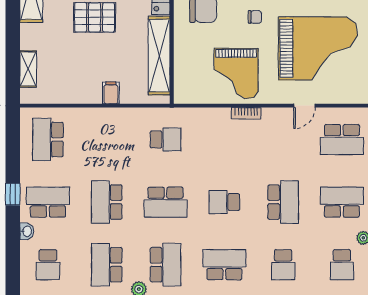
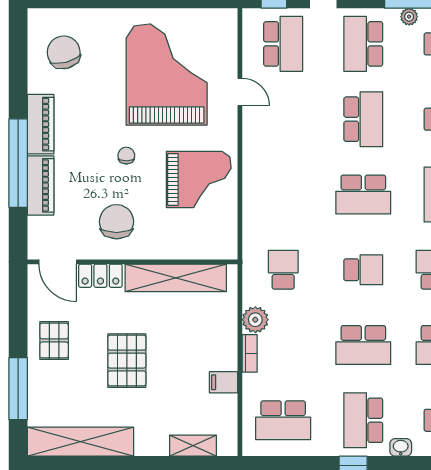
filing cabinet: (111, 93) -> (223, 382), moved
bookcase: (246, 113) -> (250, 353), moved
plant: (127, 118) -> (255, 320), added
school desk: (166, 202) -> (363, 270), width x0.54
school desk: (224, 202) -> (363, 194), width x1.85
school desk: (283, 202) -> (363, 119), turned 90

